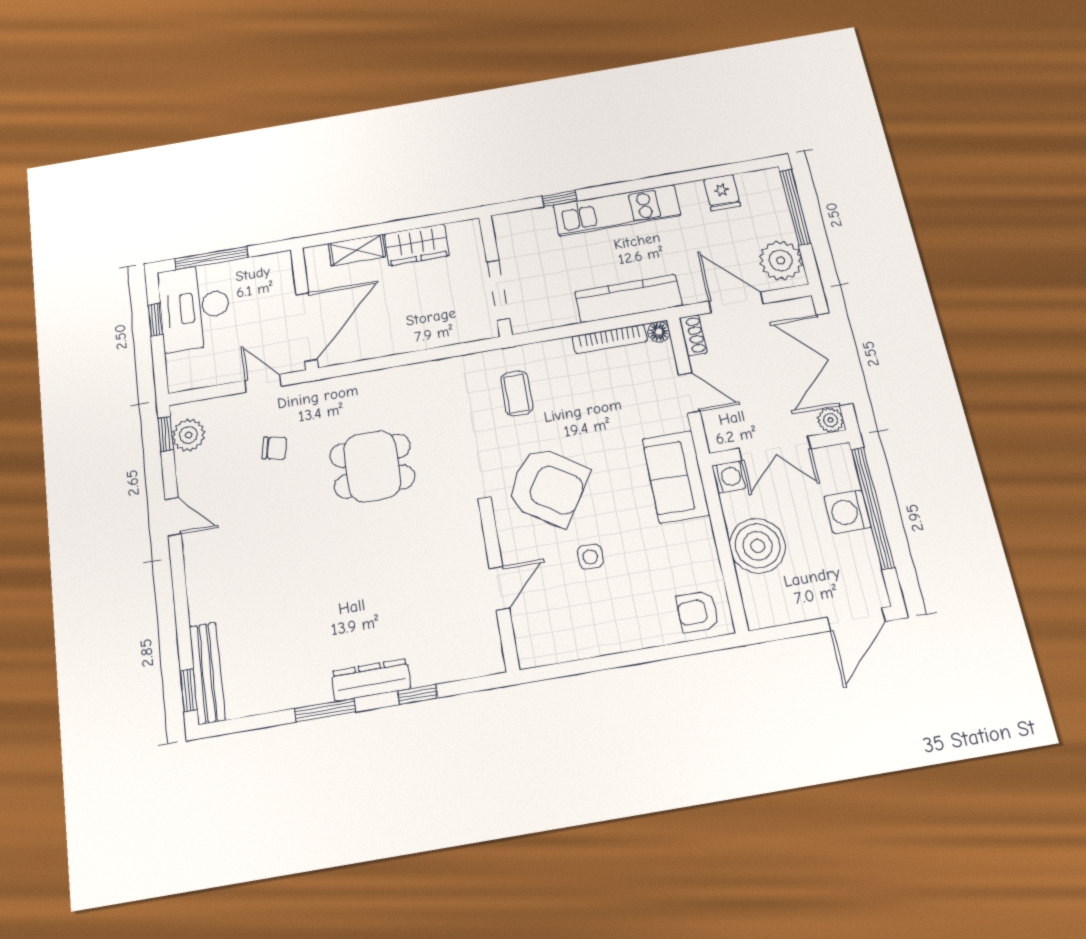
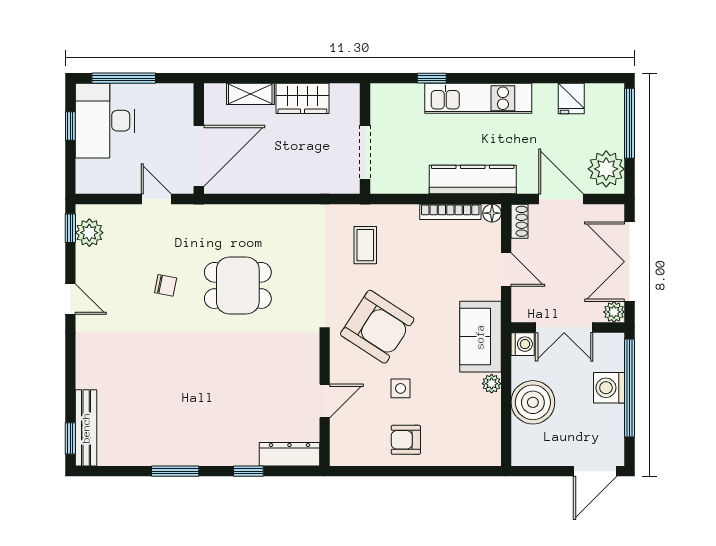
chair: (274, 448) -> (166, 285), moved
plant: (701, 531) -> (492, 384), added
armchair: (698, 612) -> (406, 440), moved
dresser: (371, 680) -> (289, 454), moved

